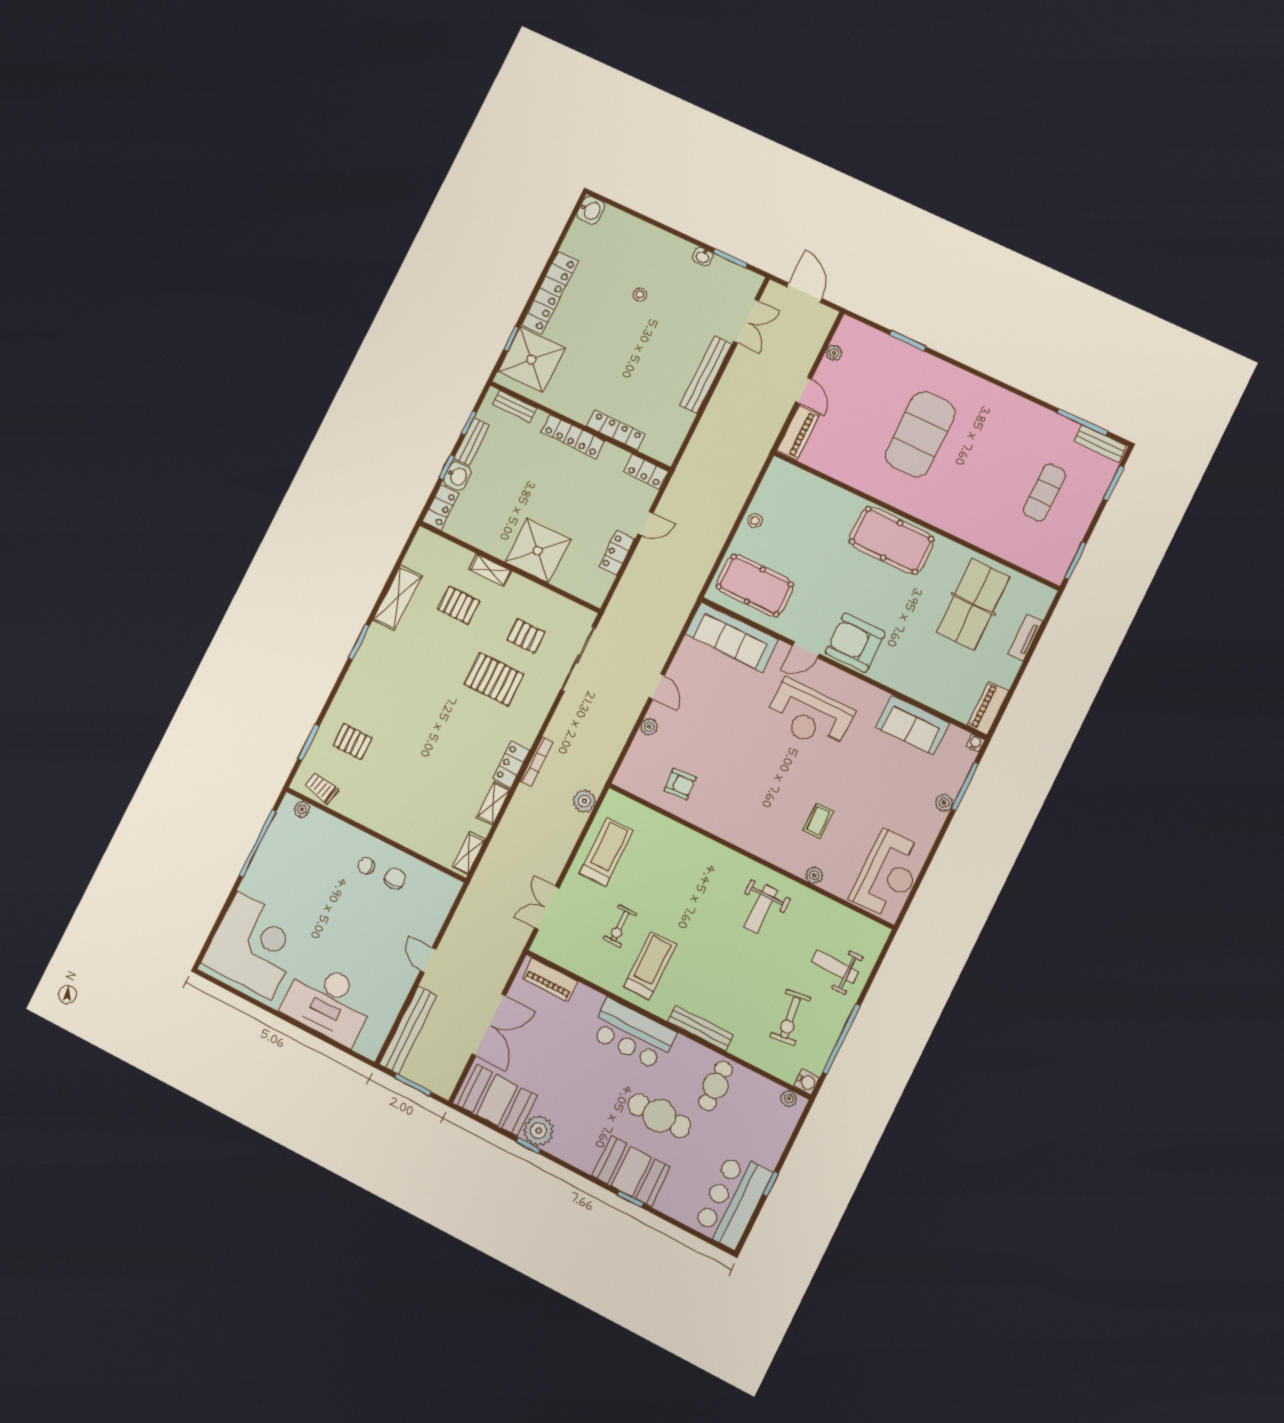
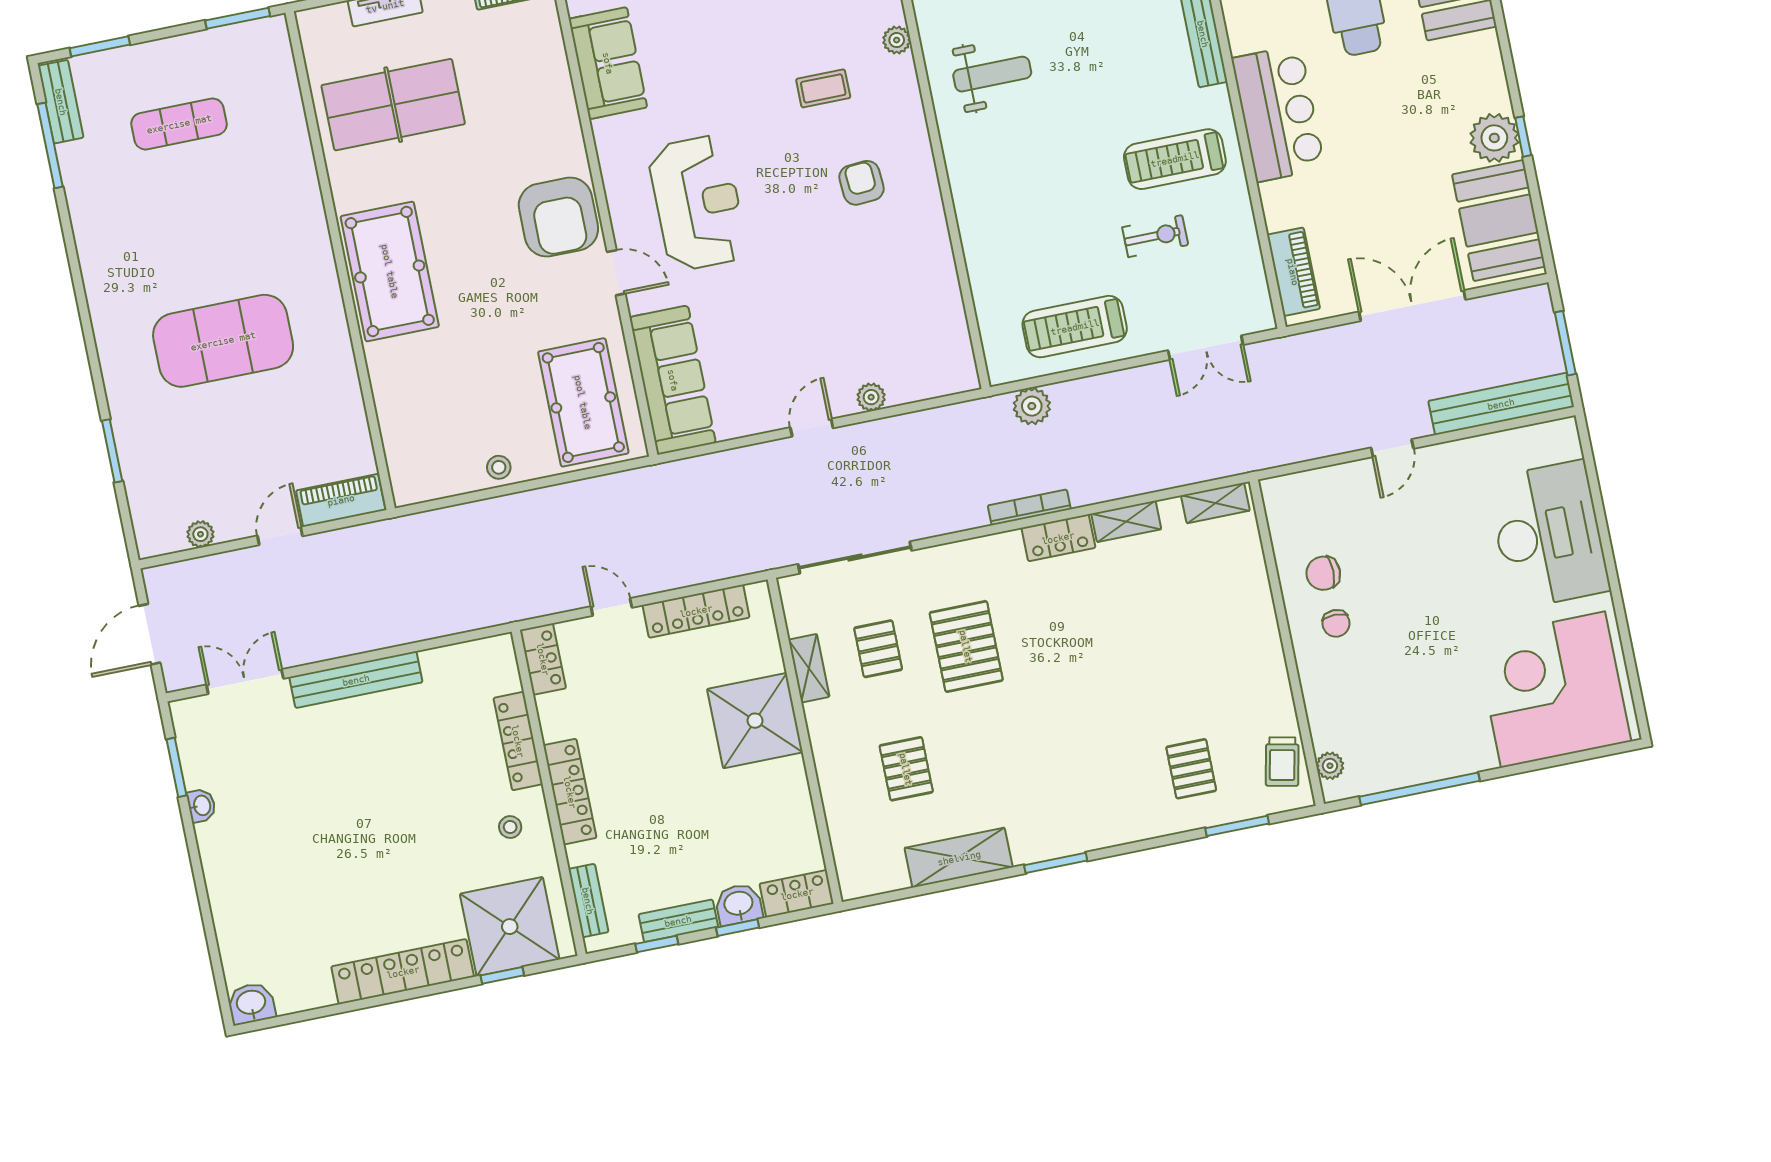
stool: (640, 295) -> (510, 827), moved
locker: (617, 553) -> (696, 611), width x1.53
shelving: (490, 570) -> (809, 668), moved
armchair: (680, 784) -> (861, 183), moved

